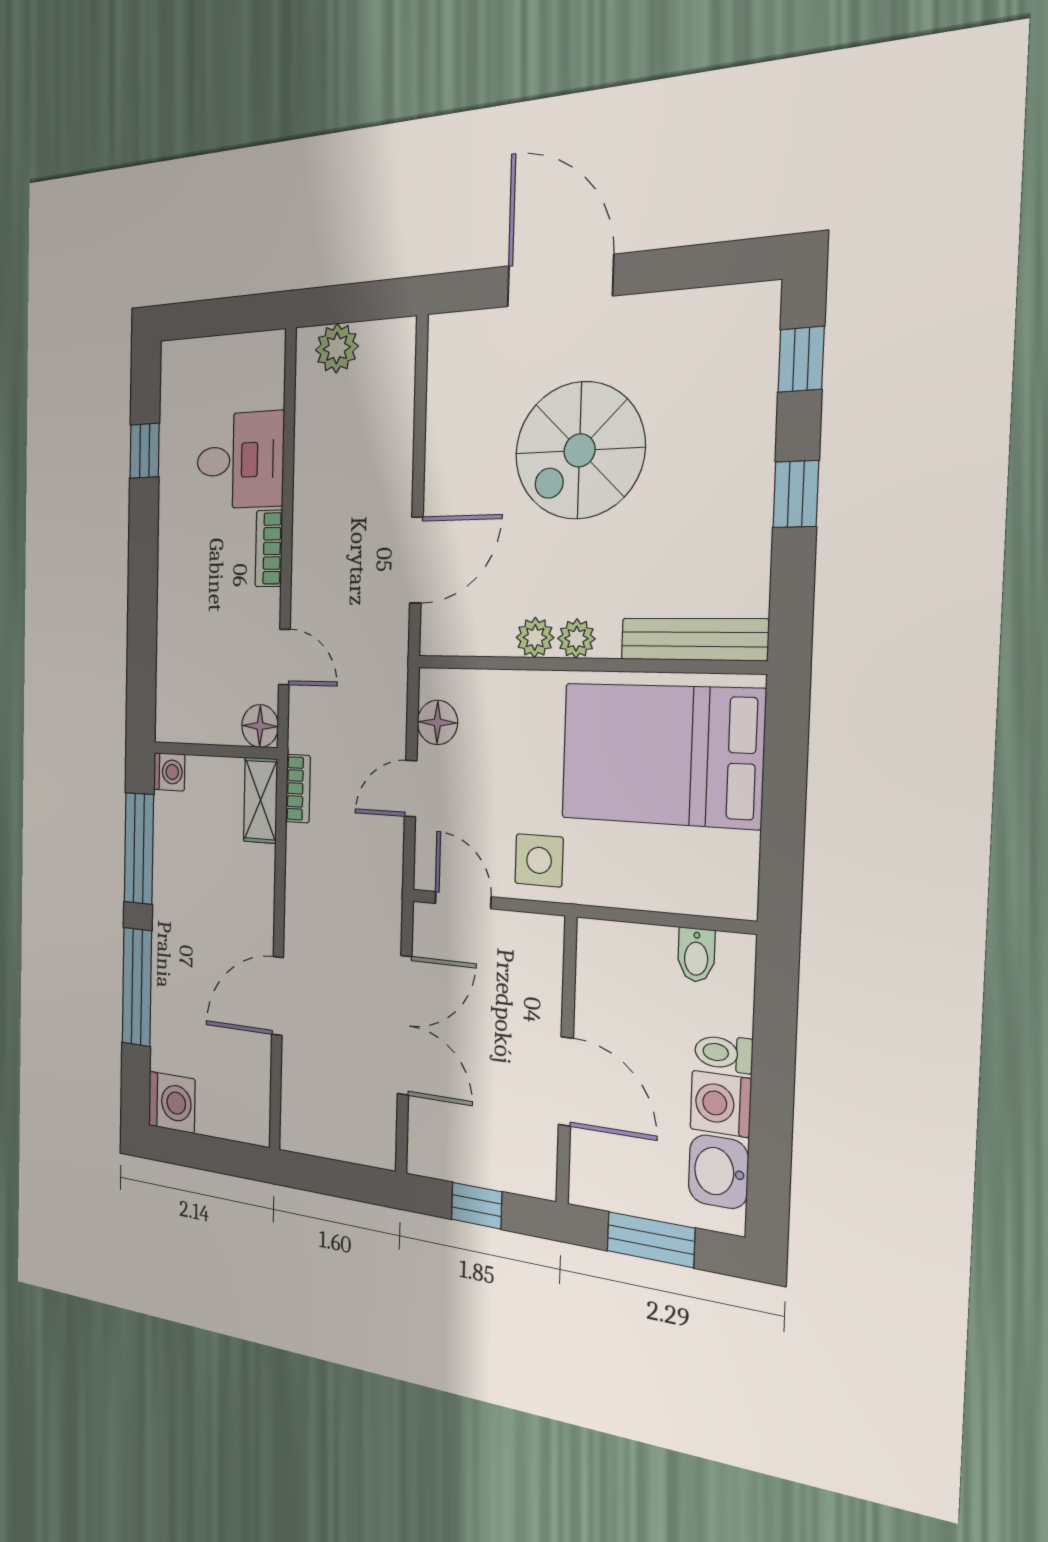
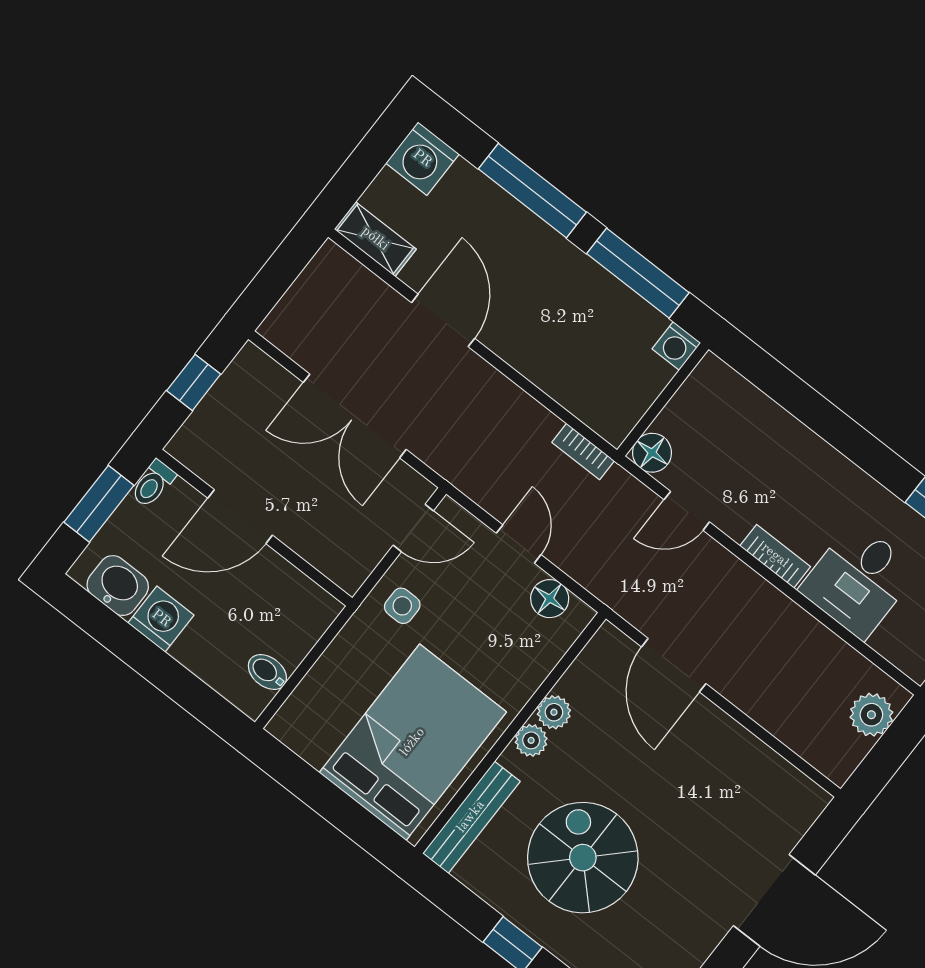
spiral stairs: (580, 450) -> (583, 858), moved
shelving: (261, 800) -> (375, 239), moved
side table: (539, 860) -> (402, 606), width x0.73, depth x0.73
toilet: (724, 1053) -> (153, 484), moved, turned 180

